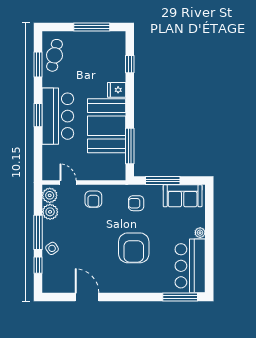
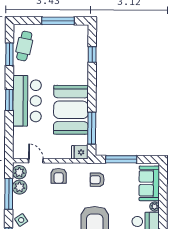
fridge: (117, 90) -> (80, 152), moved
sofa: (183, 196) -> (149, 183), moved, turned 90
window: (38, 232) -> (9, 194), moved

